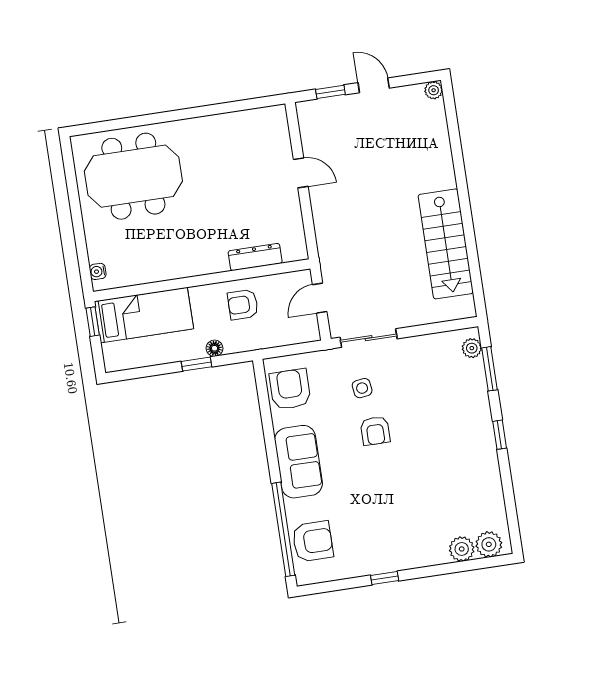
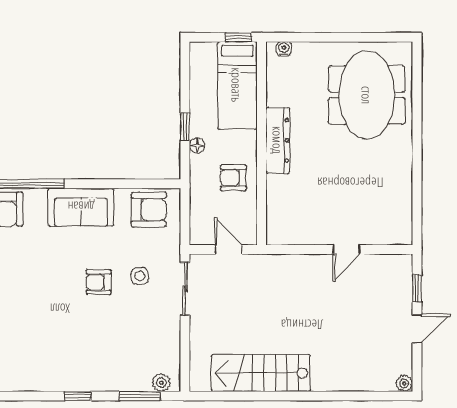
dresser: (255, 257) -> (278, 140), moved, width x1.37, depth x1.24
armchair: (243, 305) -> (233, 178), turned -90

